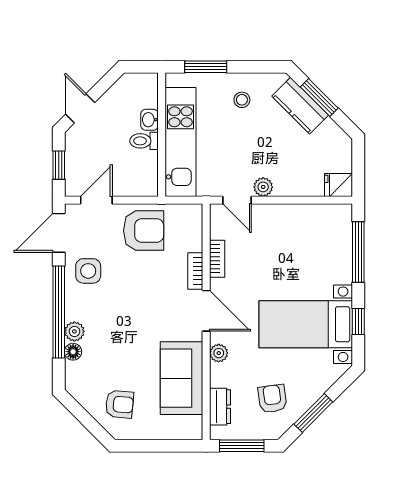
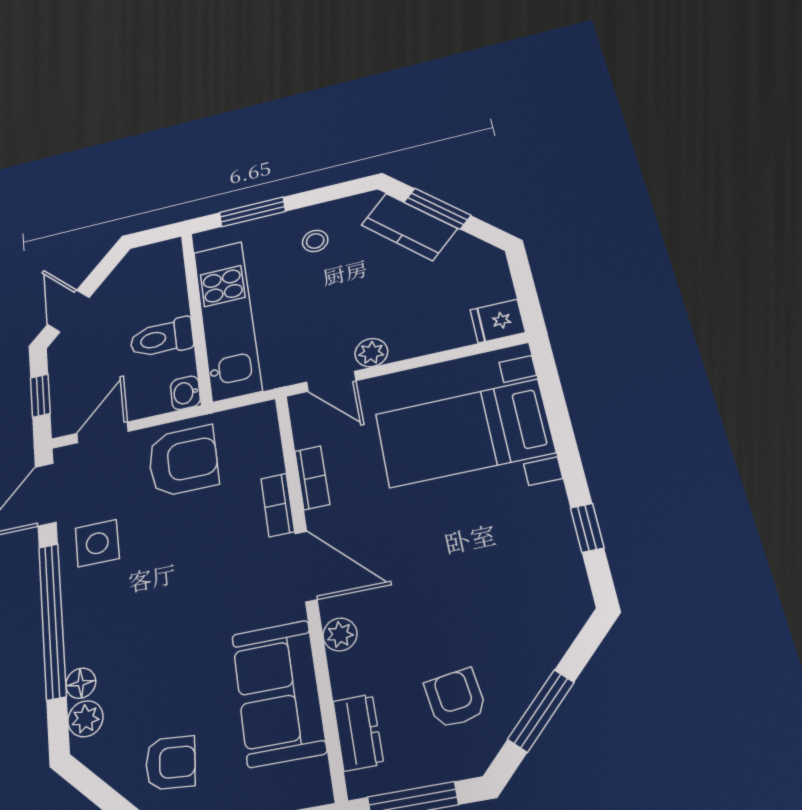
washbasin: (150, 120) -> (185, 393), moved
toilet: (144, 141) -> (162, 338), width x1.37, depth x1.39
window: (358, 252) -> (558, 414), removed
bed with nightstands: (306, 324) -> (464, 433), moved
plant: (74, 331) -> (85, 719), moved

